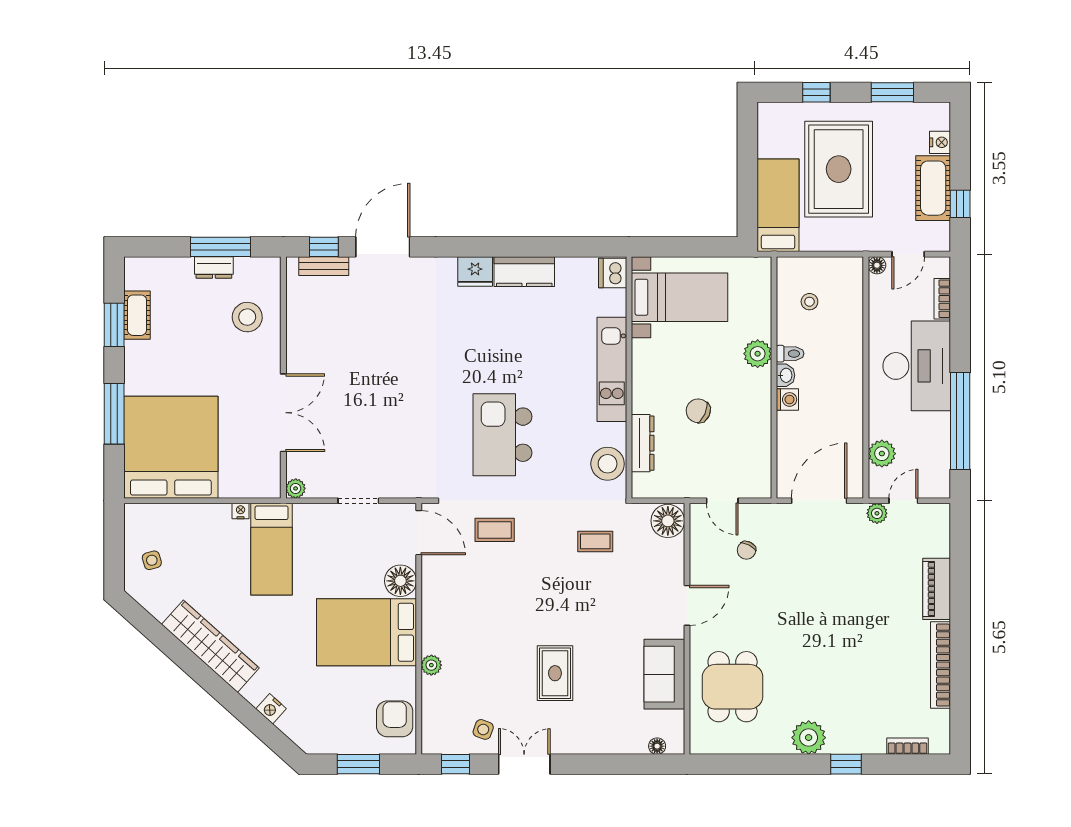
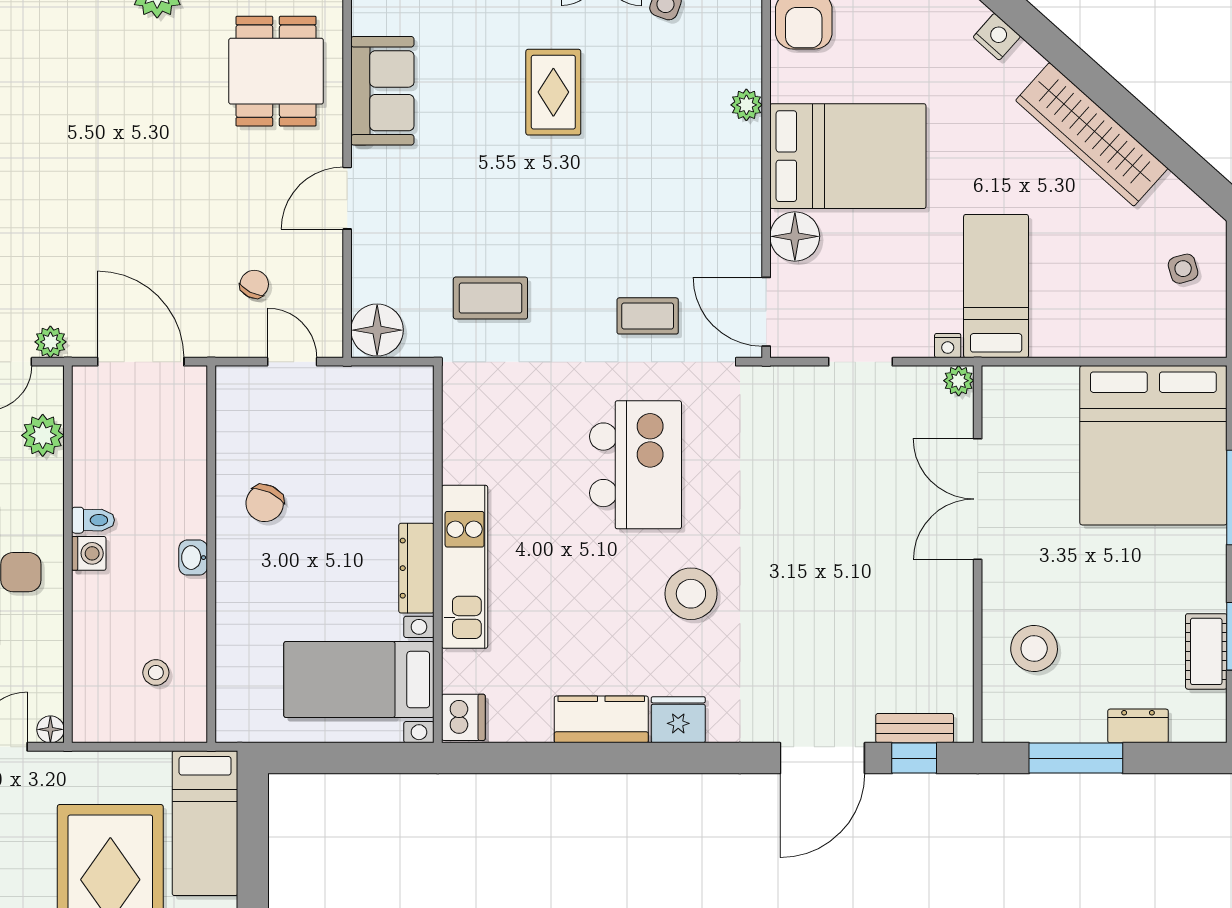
dresser: (214, 267) -> (1138, 726), moved
plant: (758, 354) -> (237, 591), removed
toilet: (790, 354) -> (93, 520), moved, turned 180
washing machine: (787, 399) -> (89, 553), moved, turned 180
chair: (698, 411) -> (265, 503), moved, turned 91
dresser: (643, 443) -> (416, 568), moved
stool: (608, 464) -> (691, 594), moved
door: (819, 501) -> (141, 362), swing flipped
nightstand: (241, 511) -> (948, 346), moved
coffee table: (595, 541) -> (490, 298), width x1.36, depth x1.30

